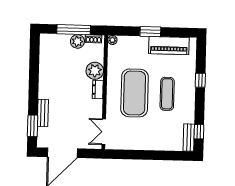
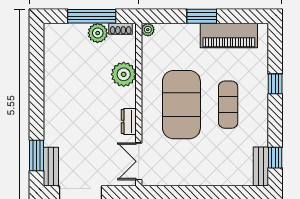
dresser: (98, 90) -> (129, 121), moved
bench: (43, 113) -> (51, 167), moved

